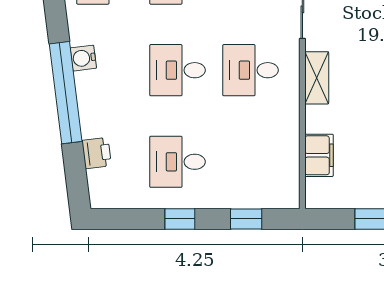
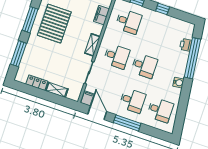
window: (66, 93) -> (192, 58), moved
desk: (177, 162) -> (128, 22), moved

